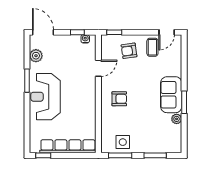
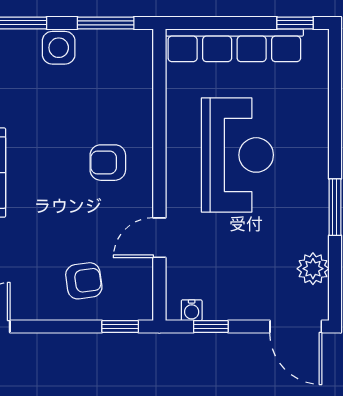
coffee table: (152, 47) -> (26, 289), removed
reception desk: (45, 97) -> (237, 155), moved
side table: (123, 142) -> (59, 48), moved

